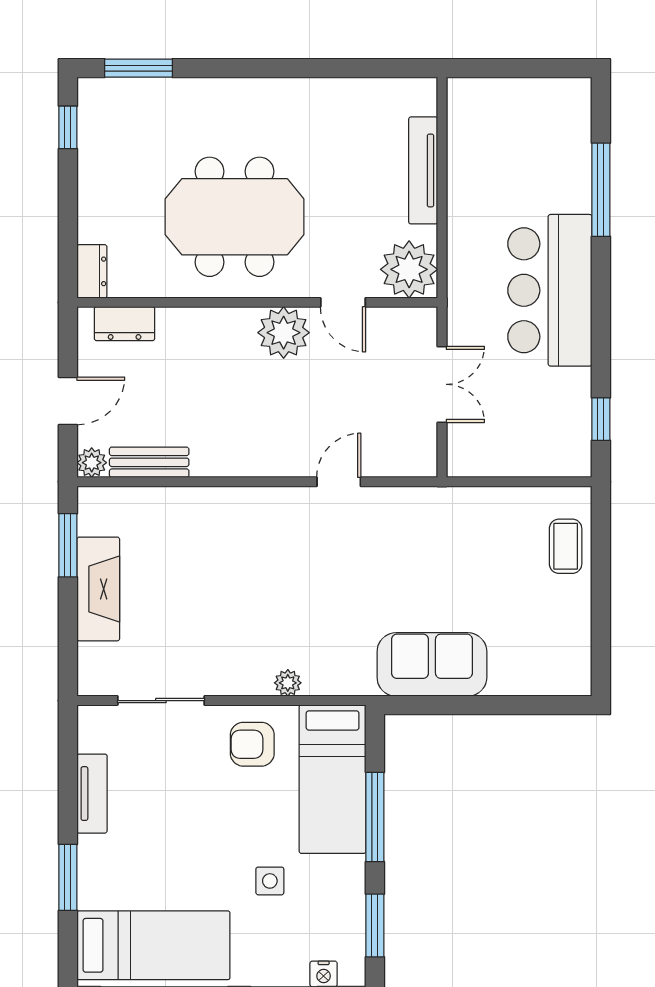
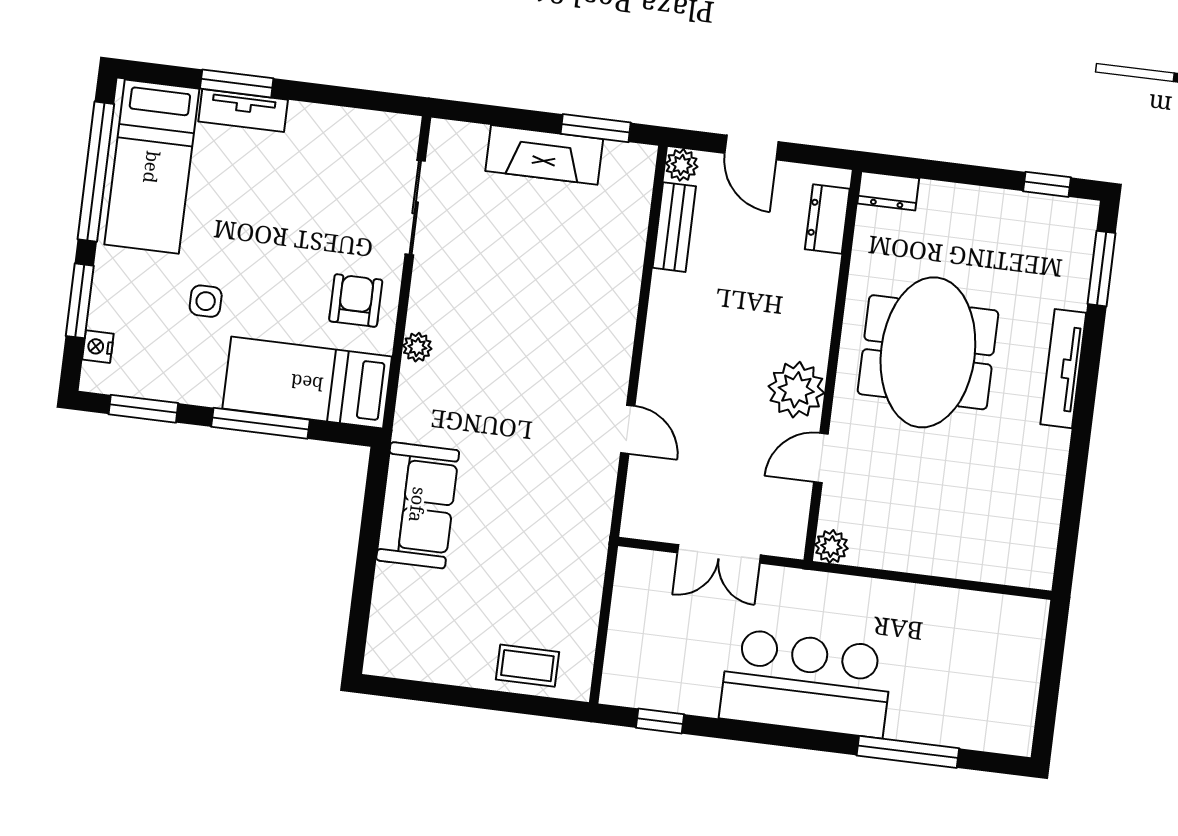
tv unit: (423, 170) -> (1063, 369), moved, turned -90
plant: (409, 269) -> (831, 546), width x0.53, depth x0.53
tv unit: (92, 794) -> (243, 111), moved

